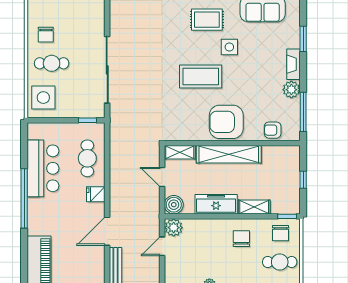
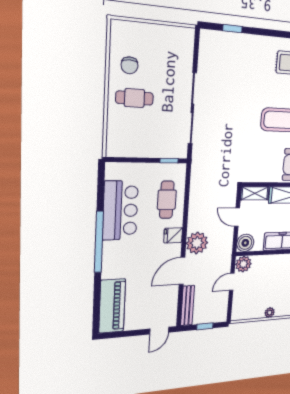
side table: (43, 98) -> (124, 135), removed
plant: (121, 203) -> (197, 243), added

